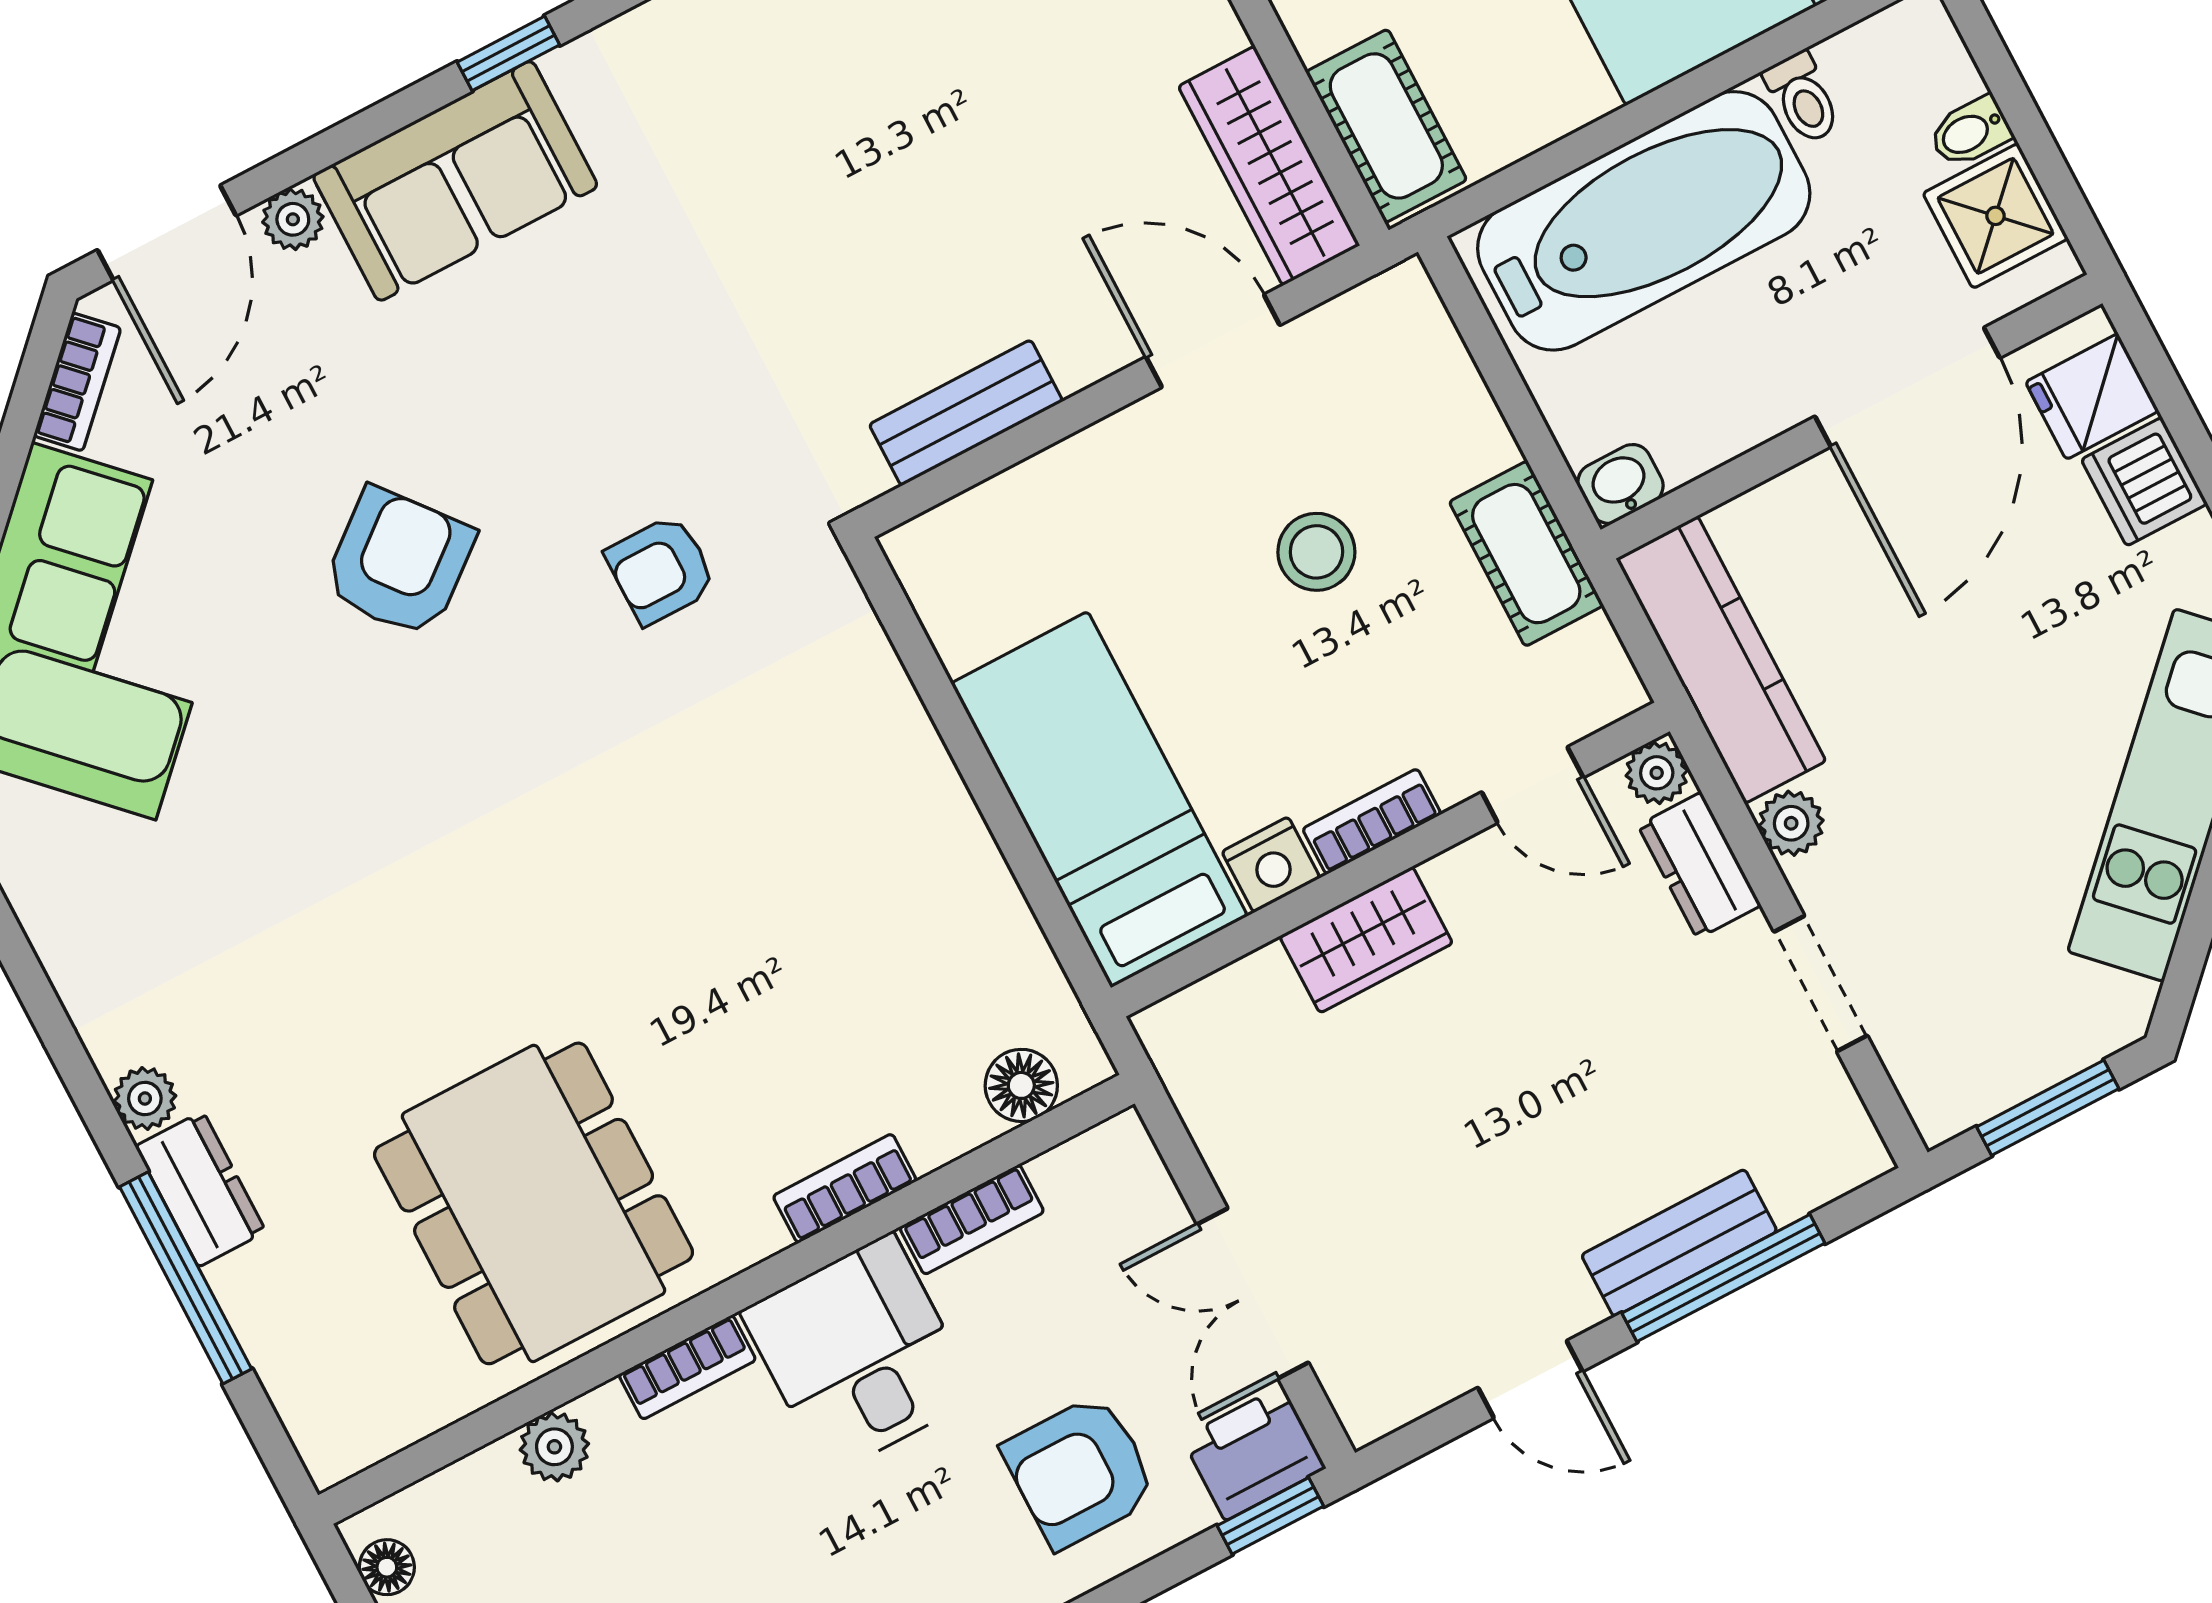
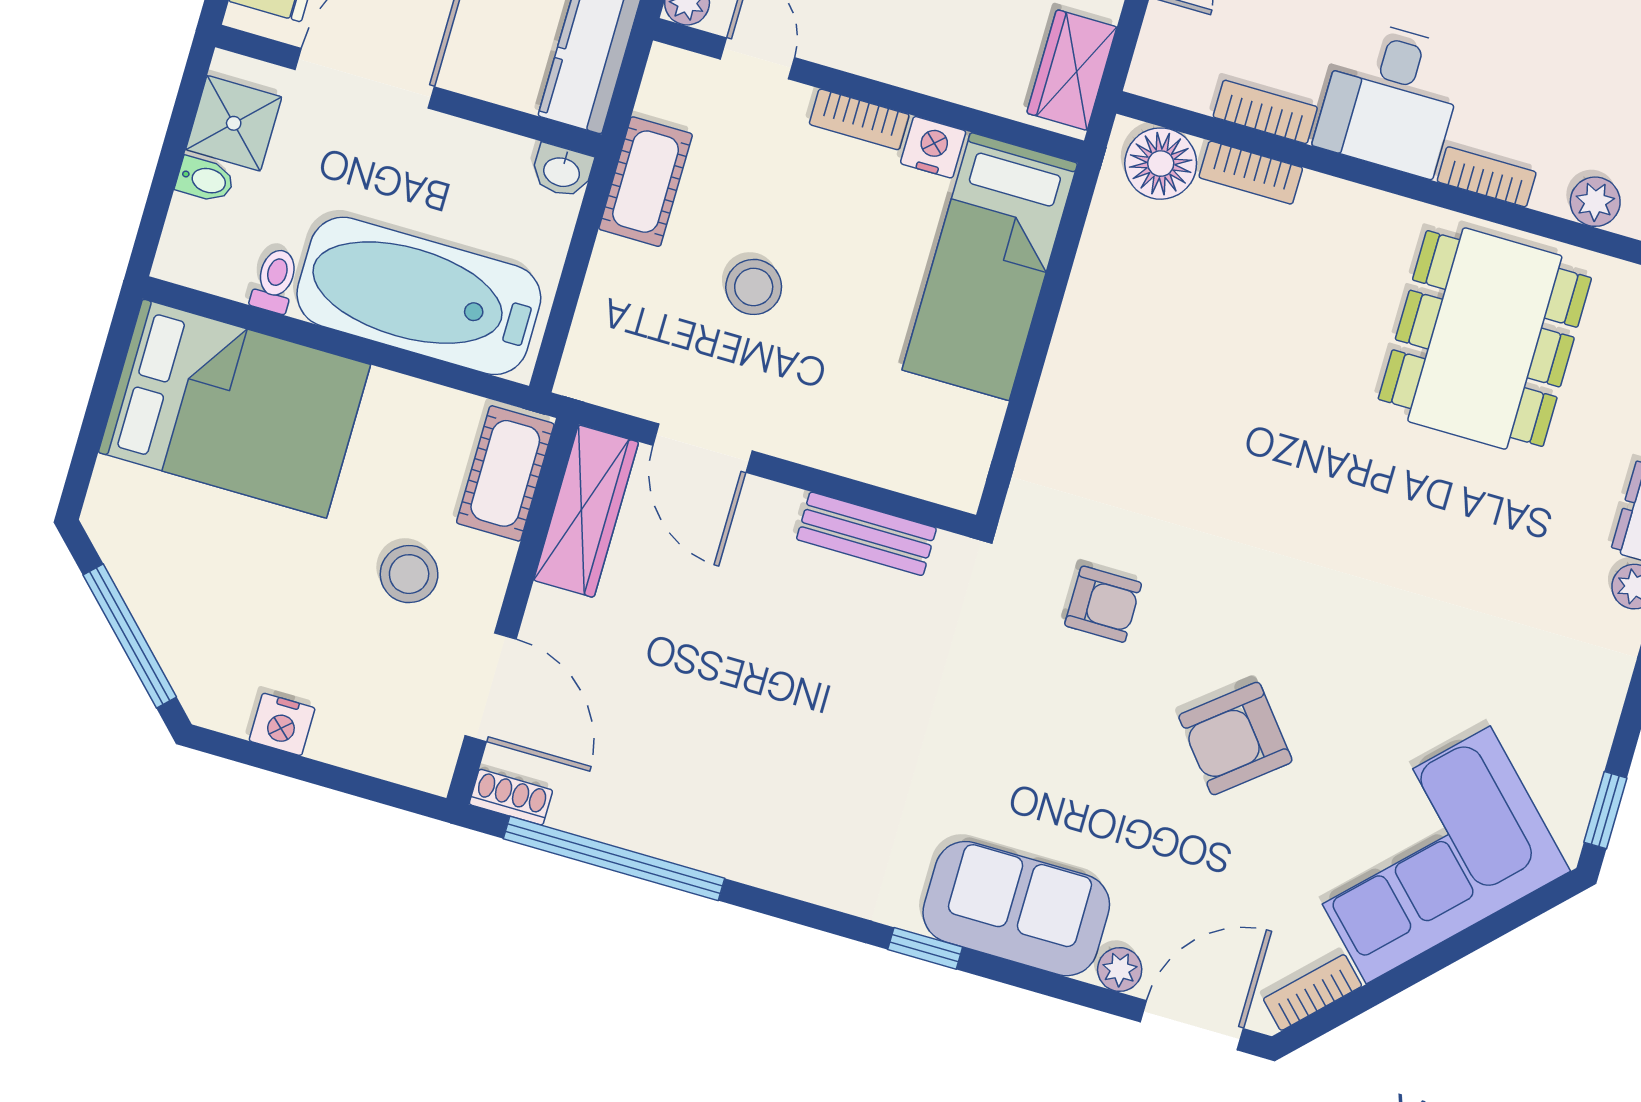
wardrobe: (1366, 940) -> (1072, 70), moved, turned -90
floor lamp: (1021, 1085) -> (1161, 164), width x1.38, depth x1.38
bookcase: (845, 1188) -> (1251, 173), moved

